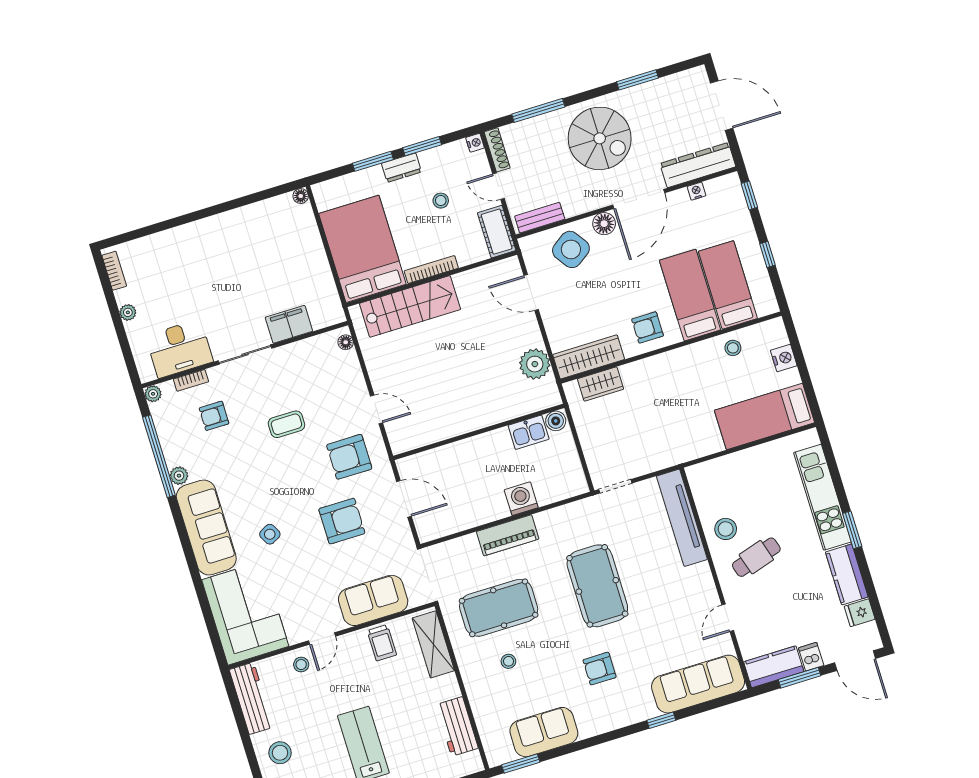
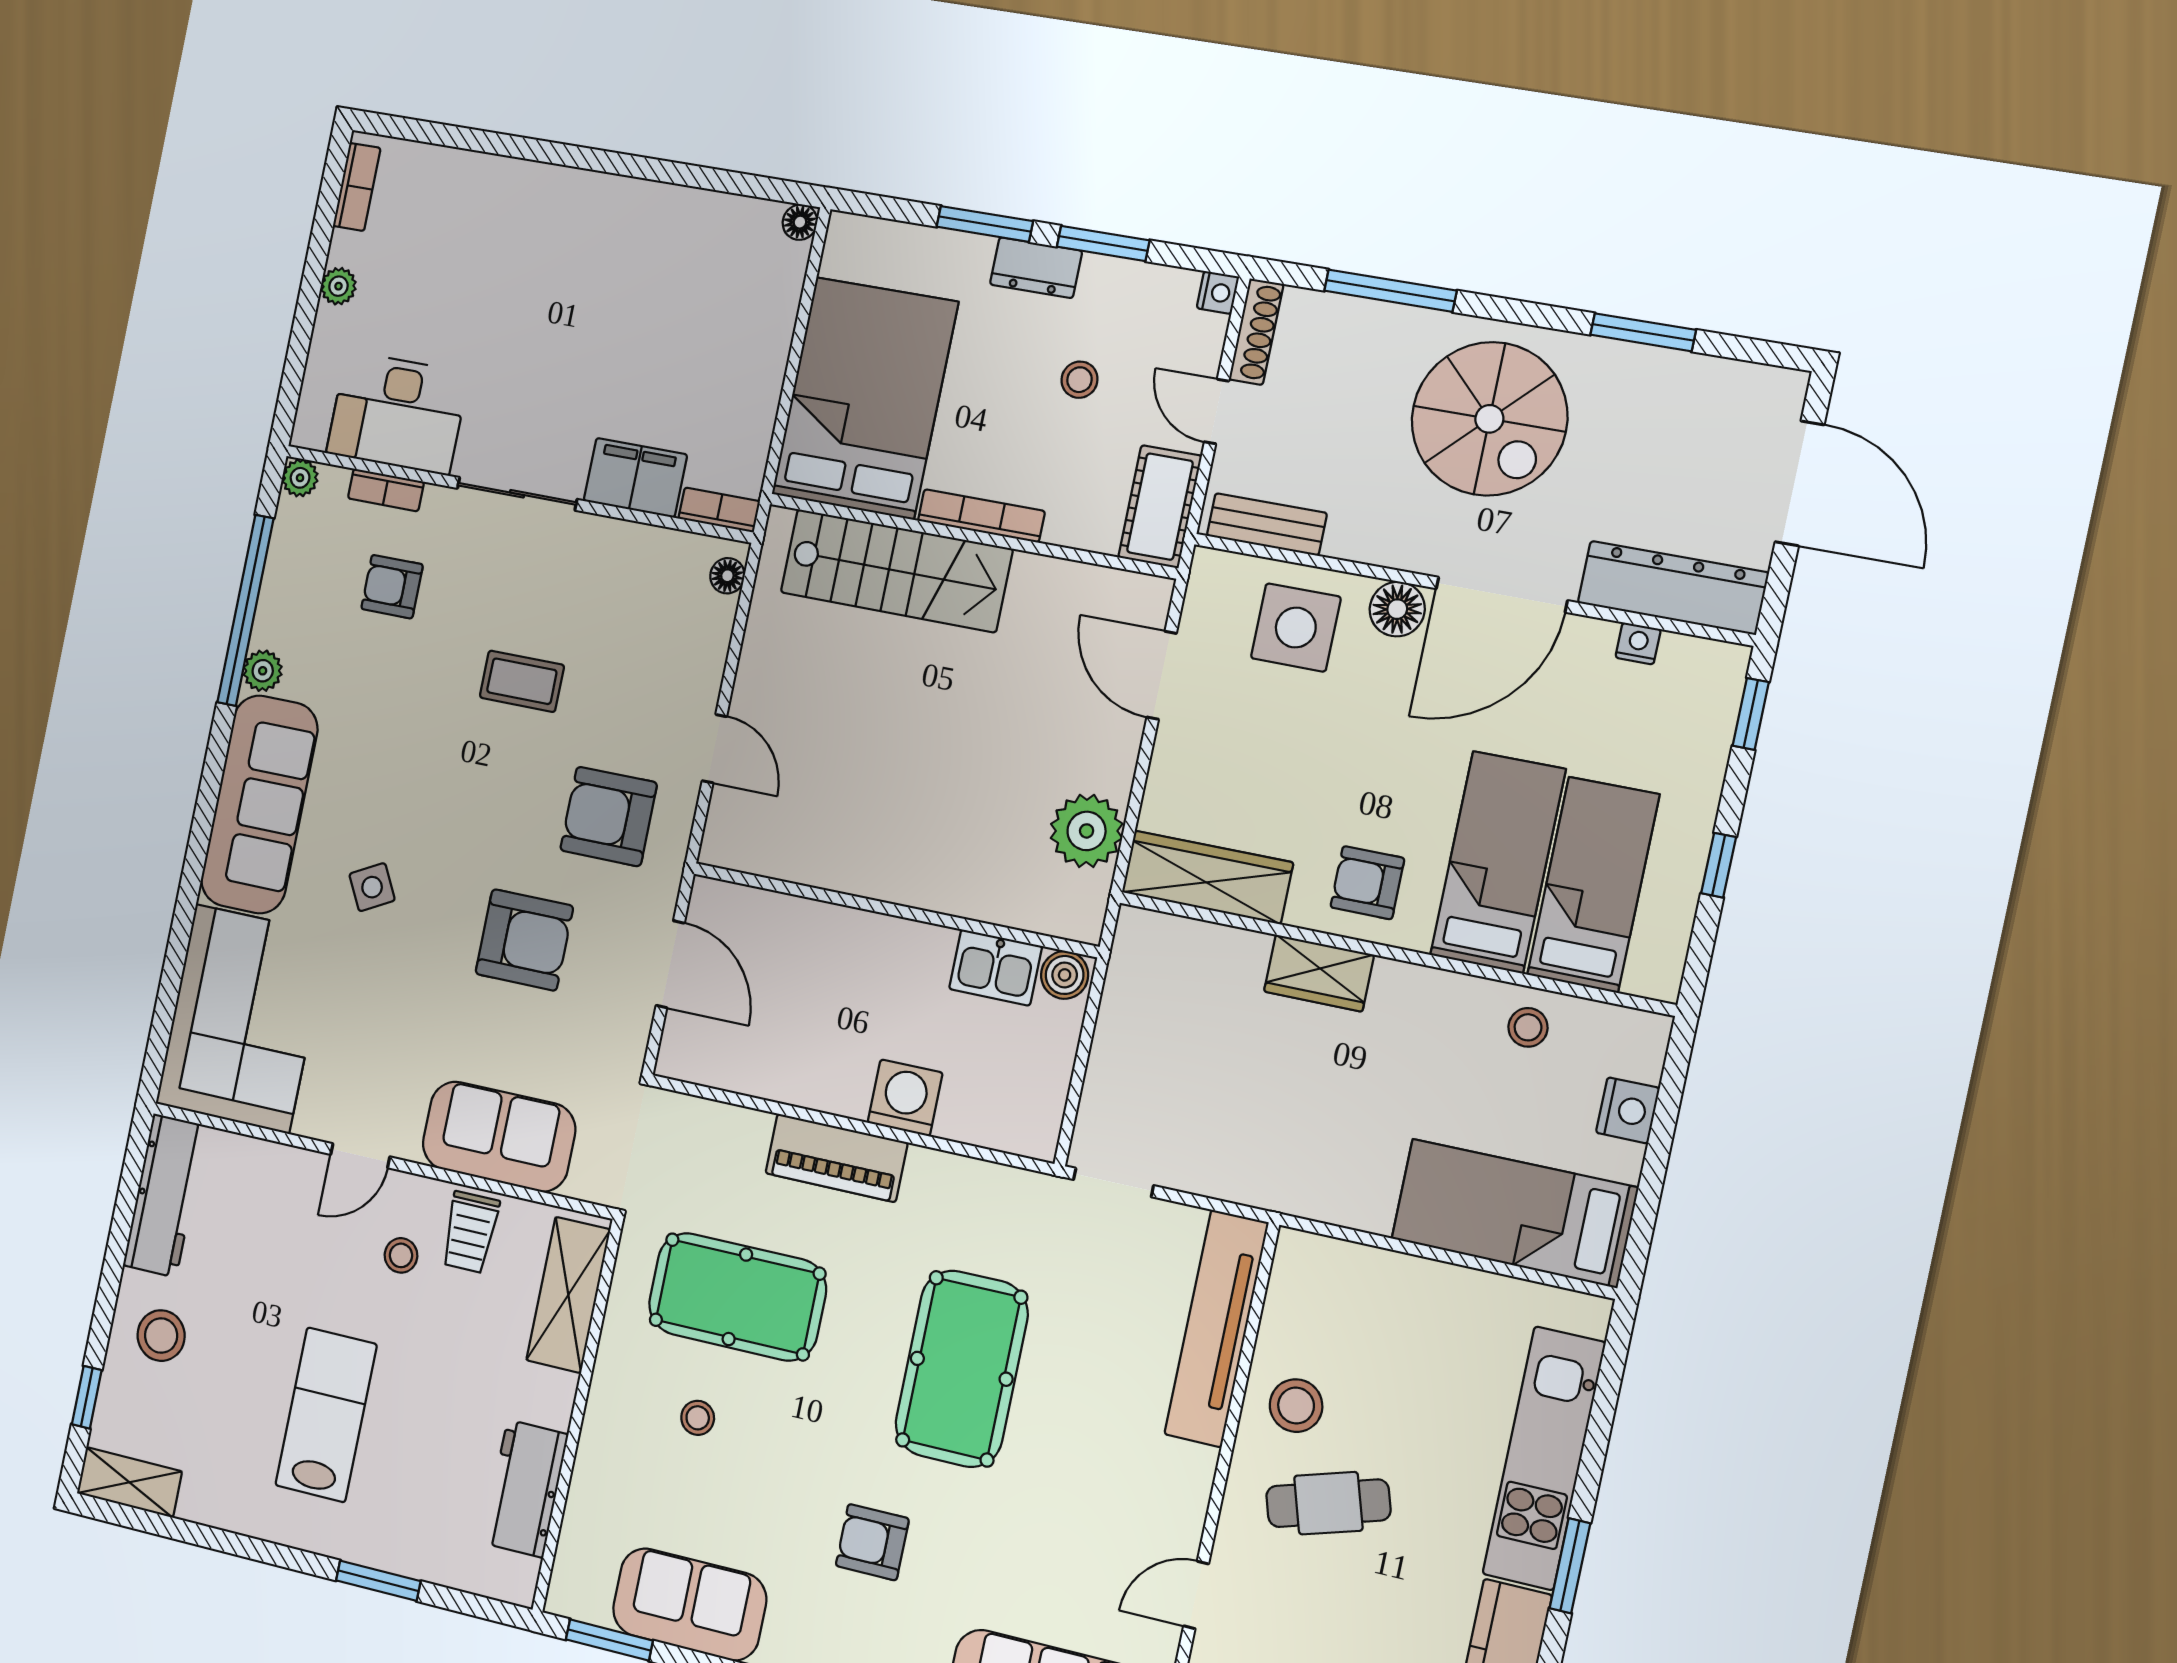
side table: (571, 249) -> (1296, 628), turned 35
bookcase: (329, 319) -> (719, 510), added
wardrobe: (600, 384) -> (1319, 973), moved
stool: (301, 665) -> (401, 1255), moved

